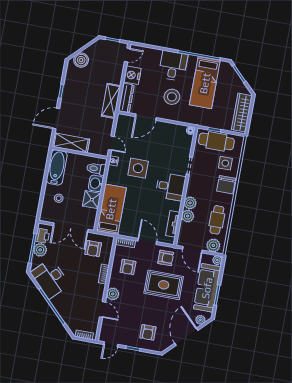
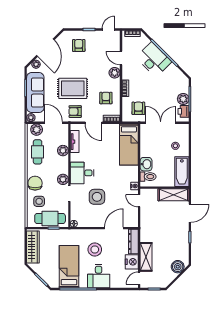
shelving: (111, 101) -> (146, 257), moved
side table: (138, 168) -> (97, 197), moved
shower: (92, 200) -> (147, 150), removed
plant: (190, 203) -> (63, 179), moved
desk: (50, 279) -> (154, 60), moved

